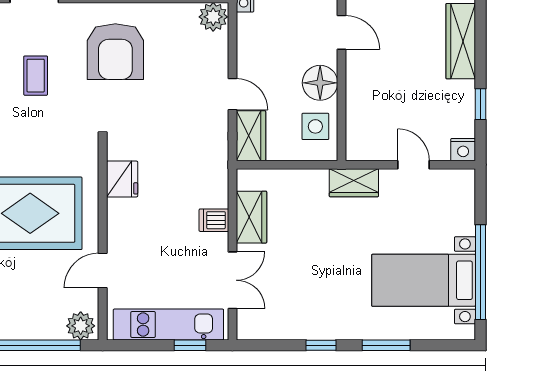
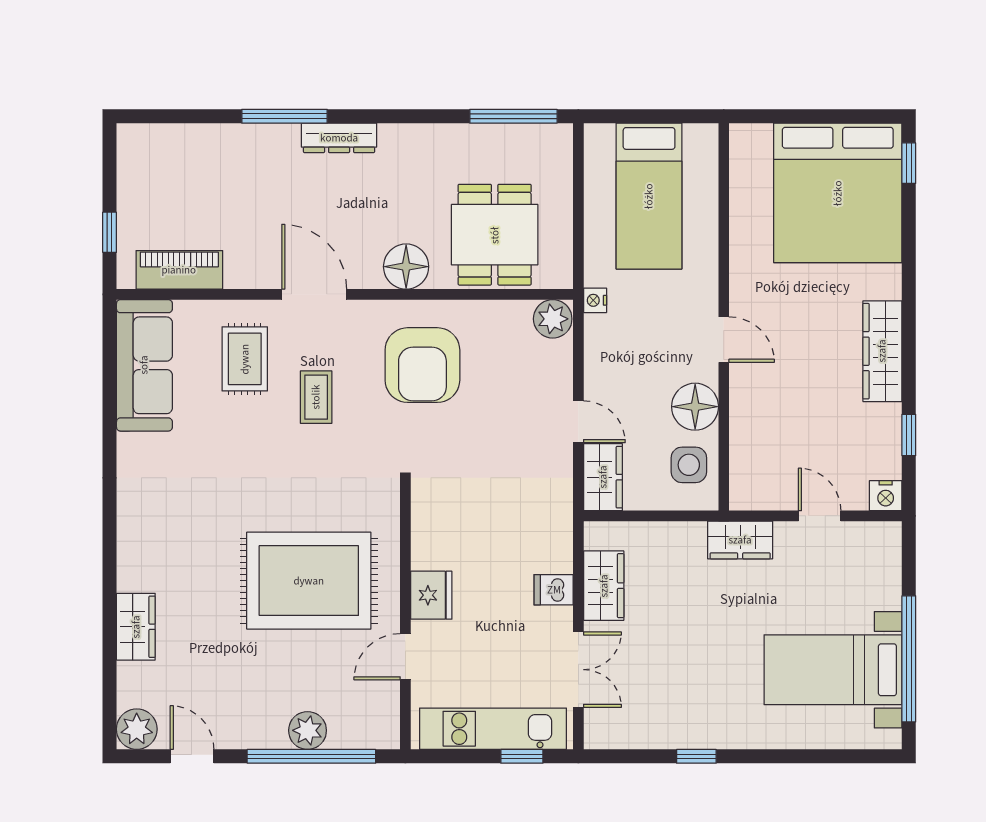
fridge: (122, 179) -> (431, 595), moved
plant: (81, 326) -> (308, 730), moved
window: (386, 345) -> (783, 756), removed

